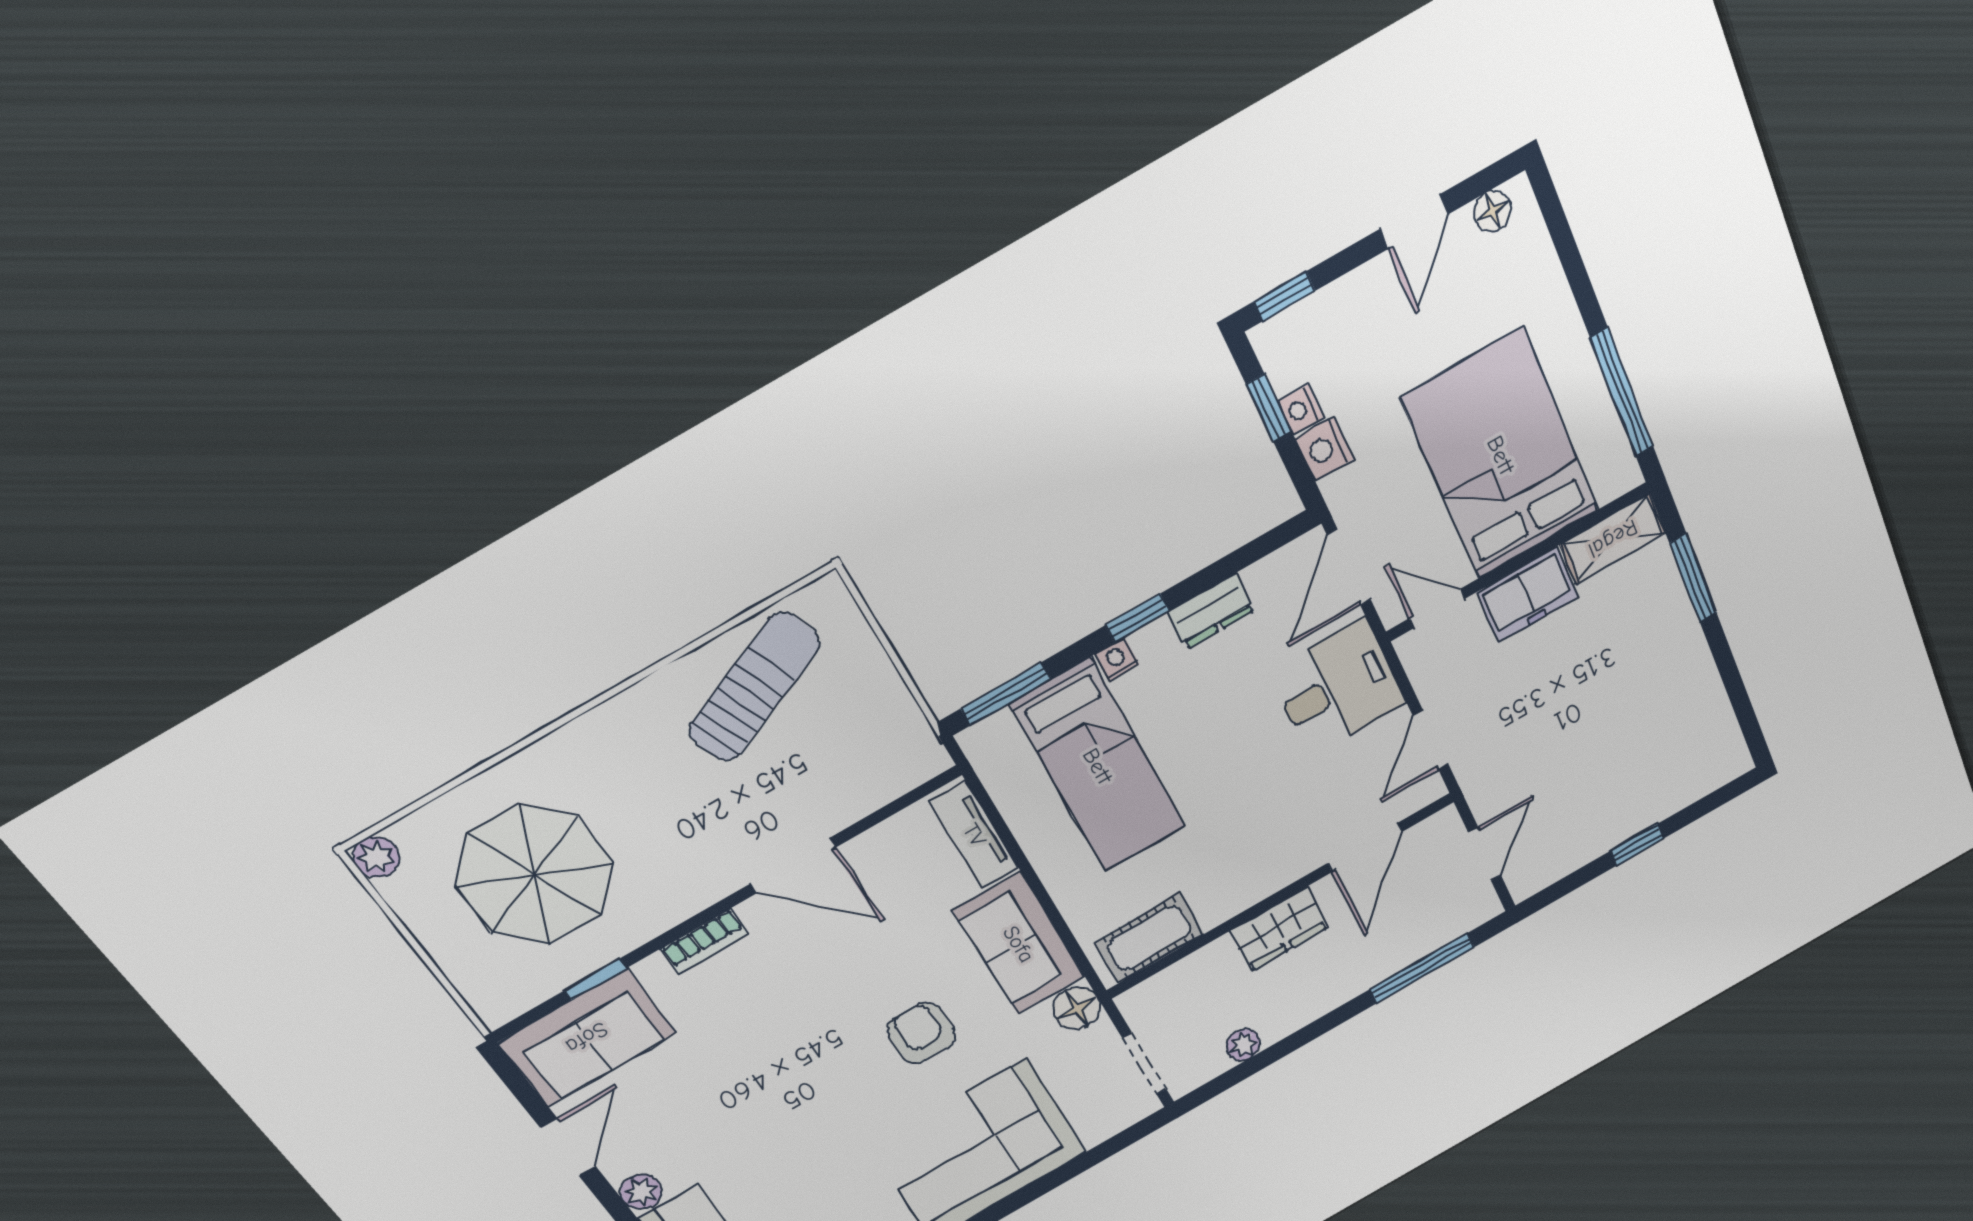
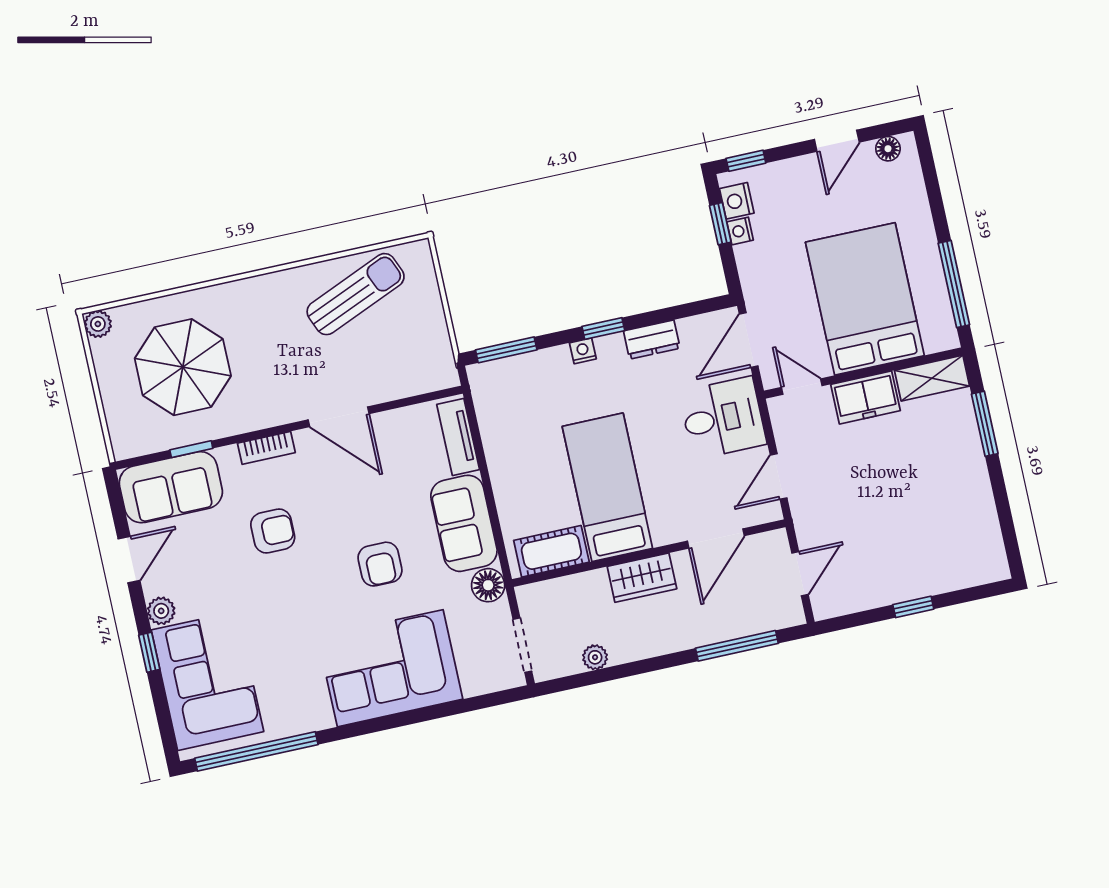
nightstand: (1324, 449) -> (737, 201), moved
bed: (1098, 766) -> (607, 487), moved, turned 180
armchair: (921, 1033) -> (380, 564), turned 180
armchair: (756, 1043) -> (273, 531), added

